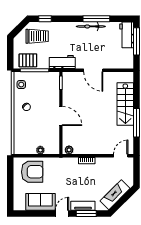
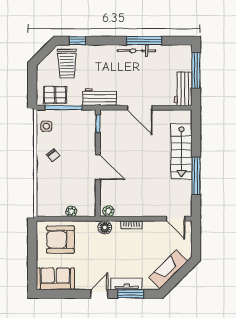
workbench: (127, 35) -> (183, 89), moved
trolley: (37, 36) -> (67, 63), turned 89
door: (121, 156) -> (176, 219), swing flipped
floor lamp: (66, 162) -> (105, 227), added
armchair: (32, 172) -> (60, 240), turned 180
sofa: (40, 202) -> (55, 279), moved

